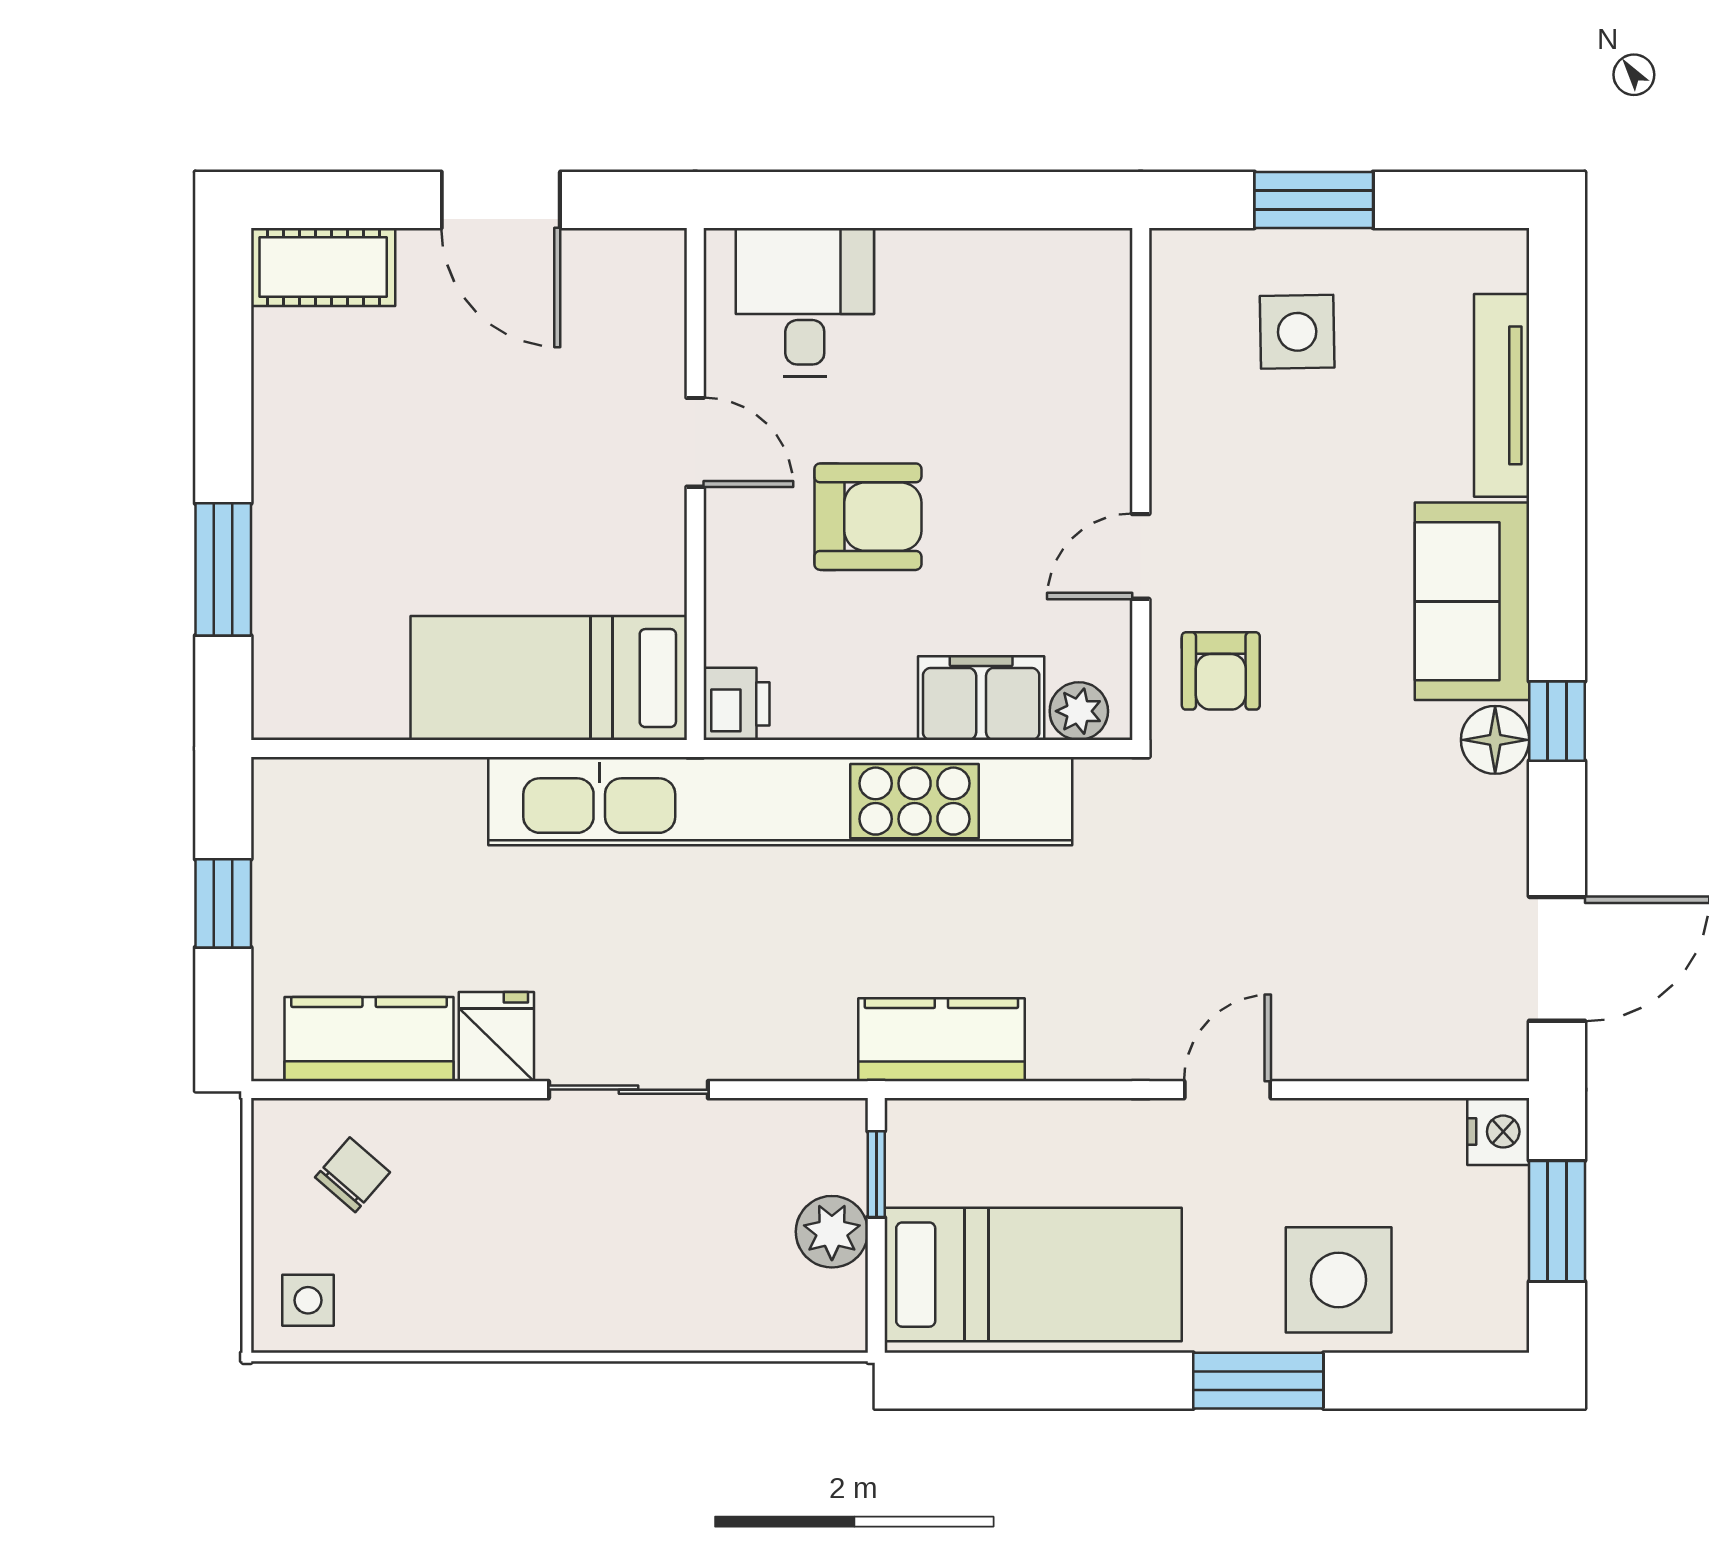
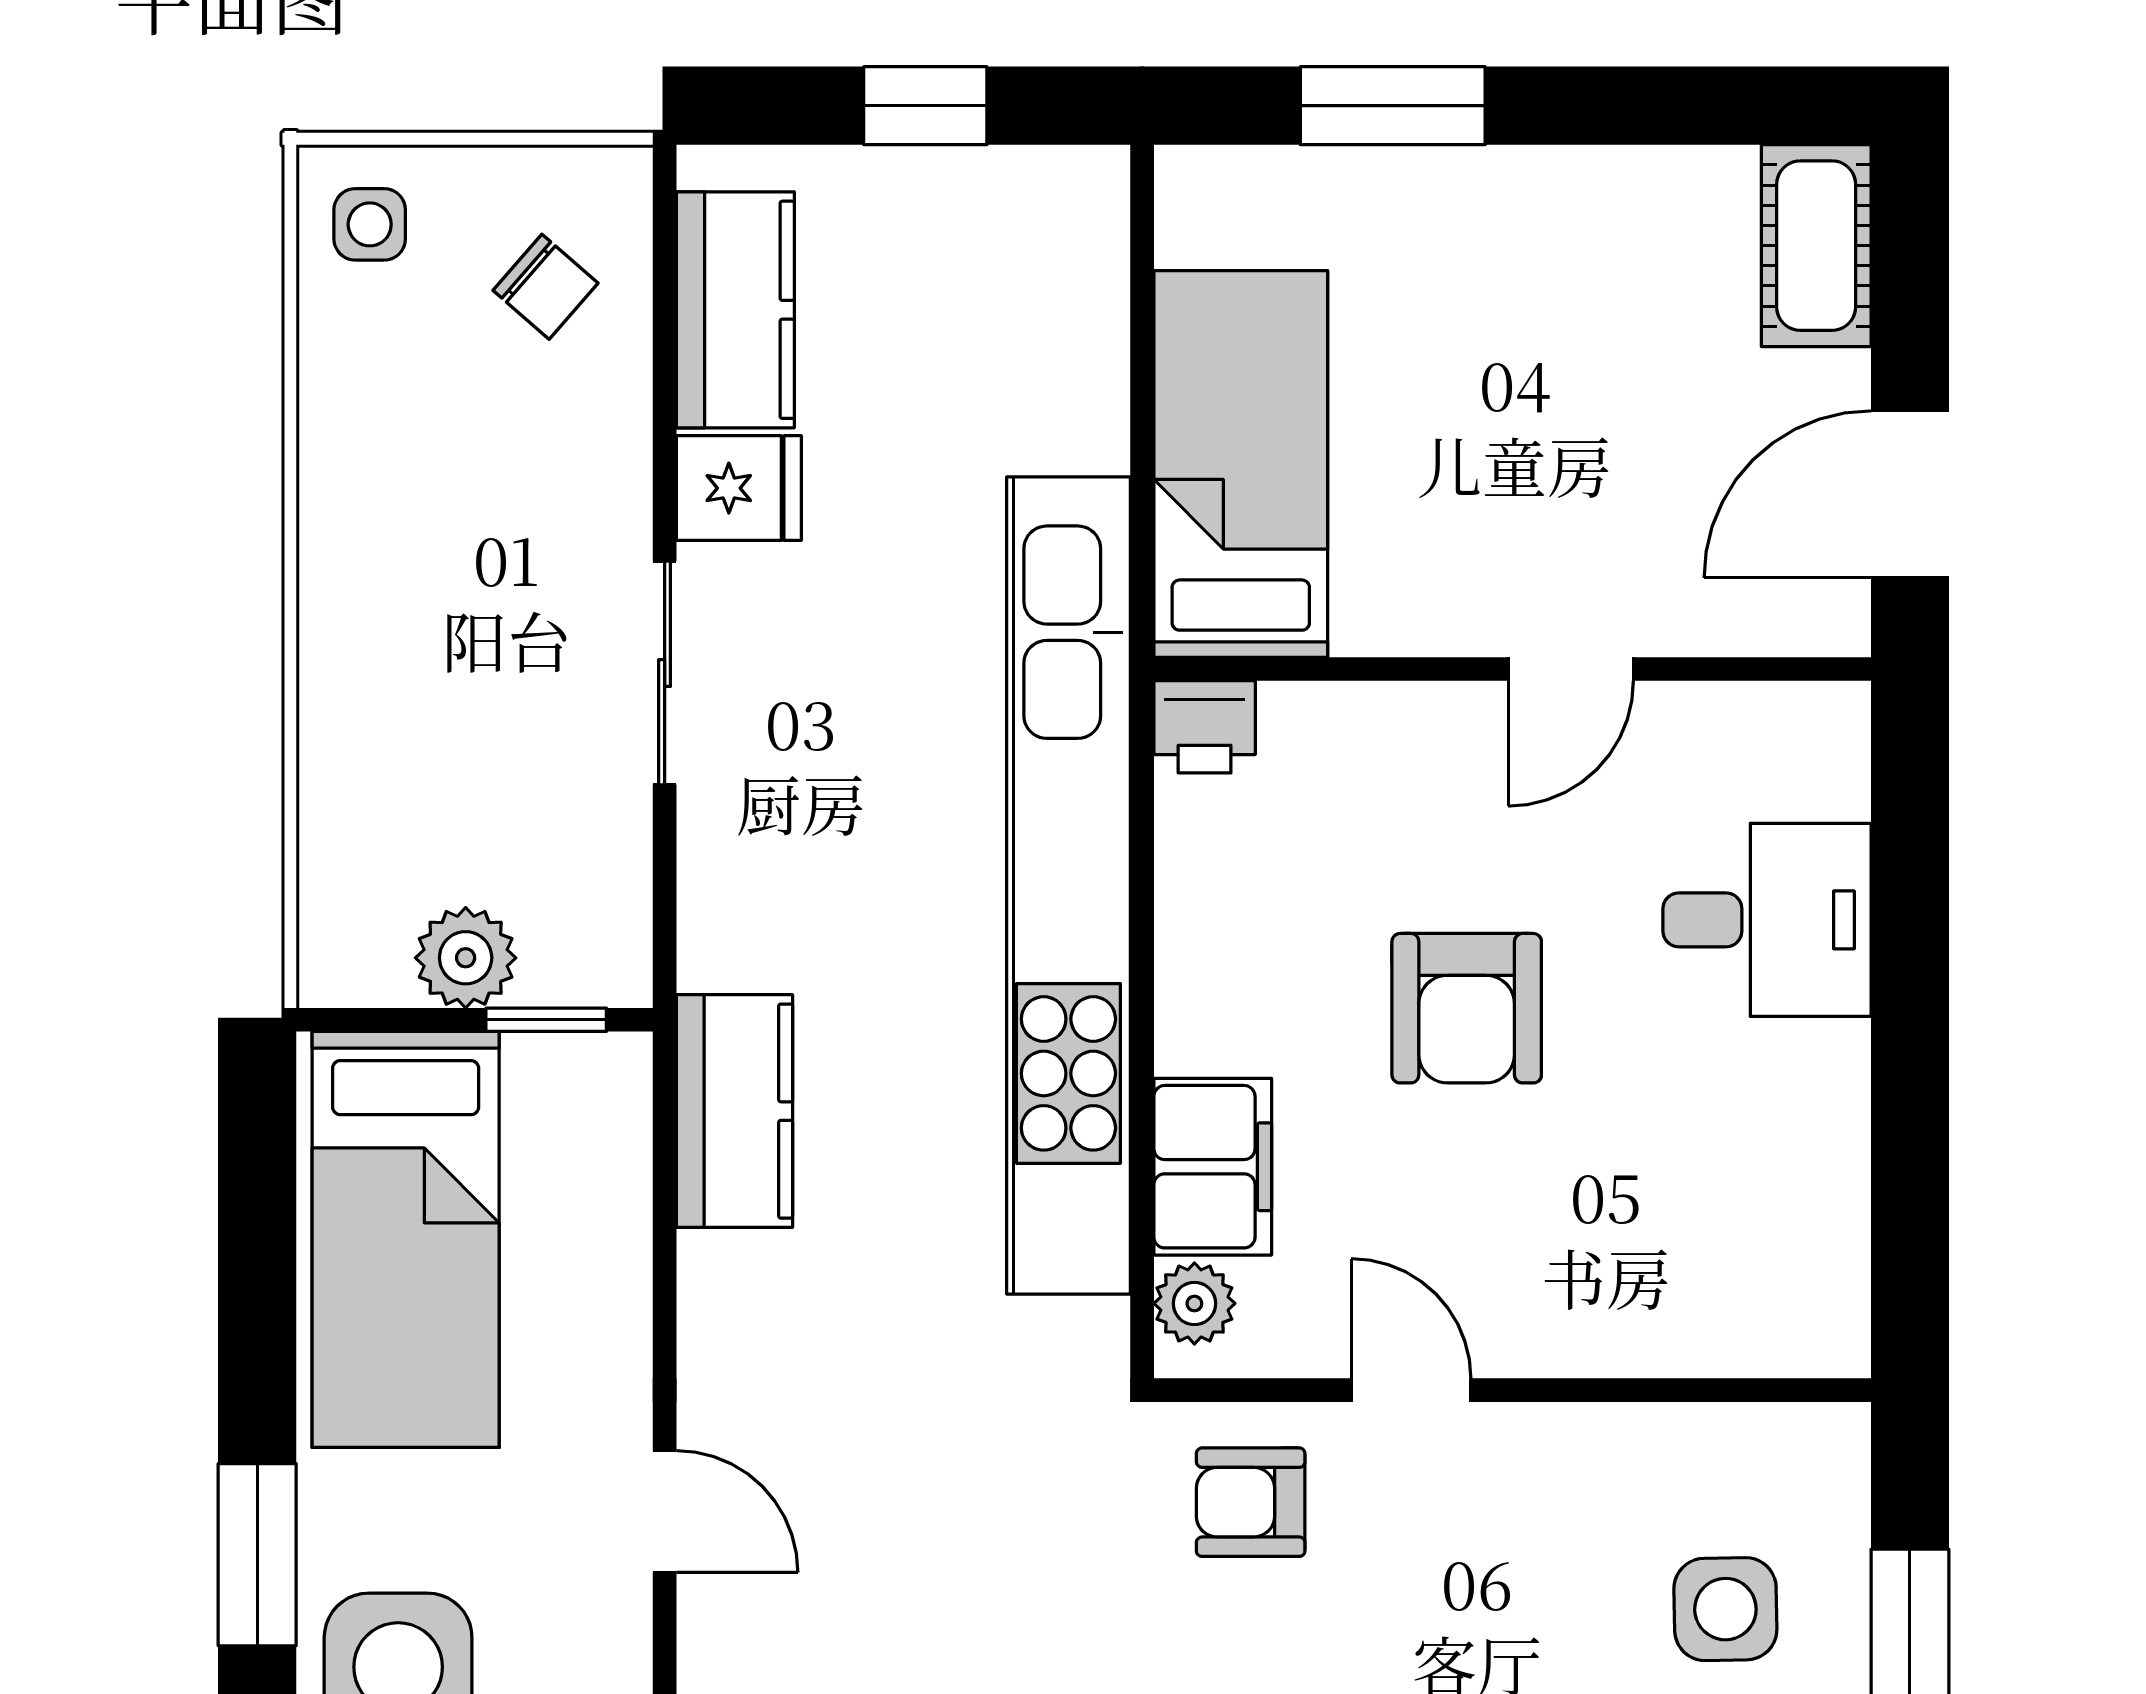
door: (695, 442) -> (1571, 669), moved
wall: (695, 484) -> (1512, 669), moved
bed: (549, 678) -> (1241, 464), moved
printer: (737, 704) -> (1205, 727), moved

